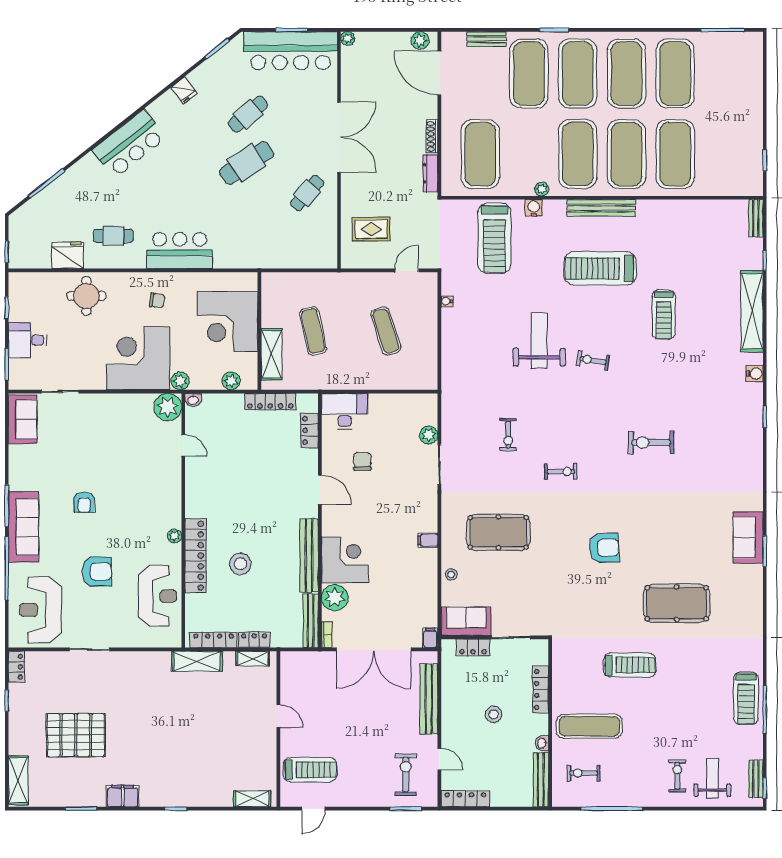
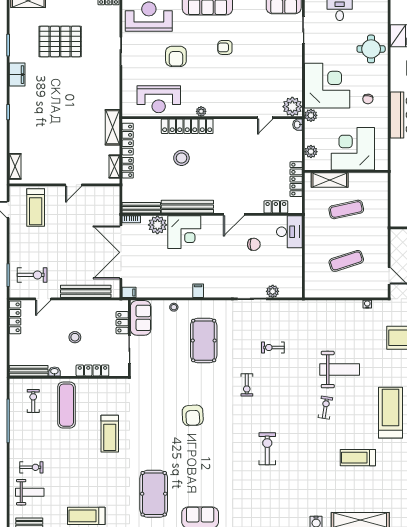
pool table: (677, 603) -> (154, 494), moved
pallet: (76, 735) -> (60, 42), turned 90

